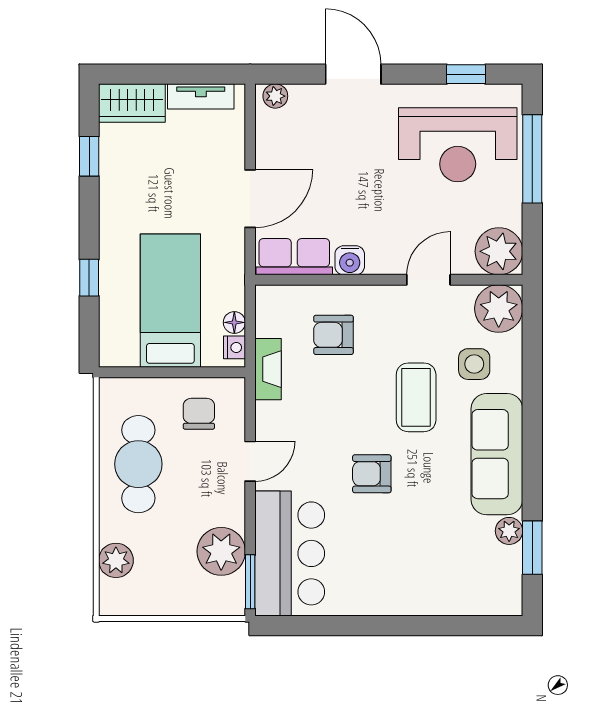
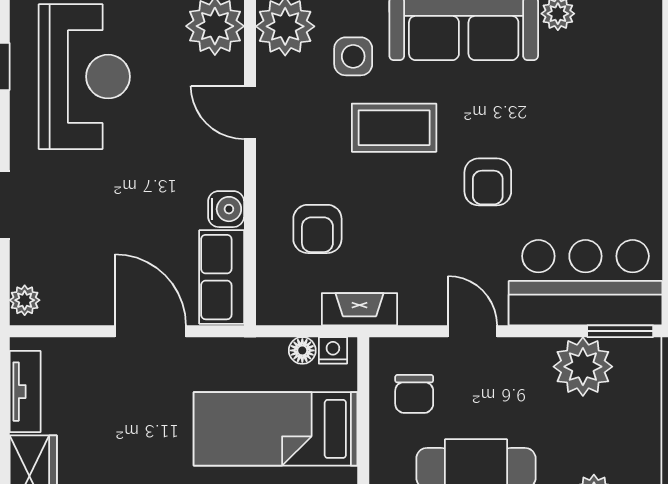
chair: (199, 414) -> (414, 394), turned -90

